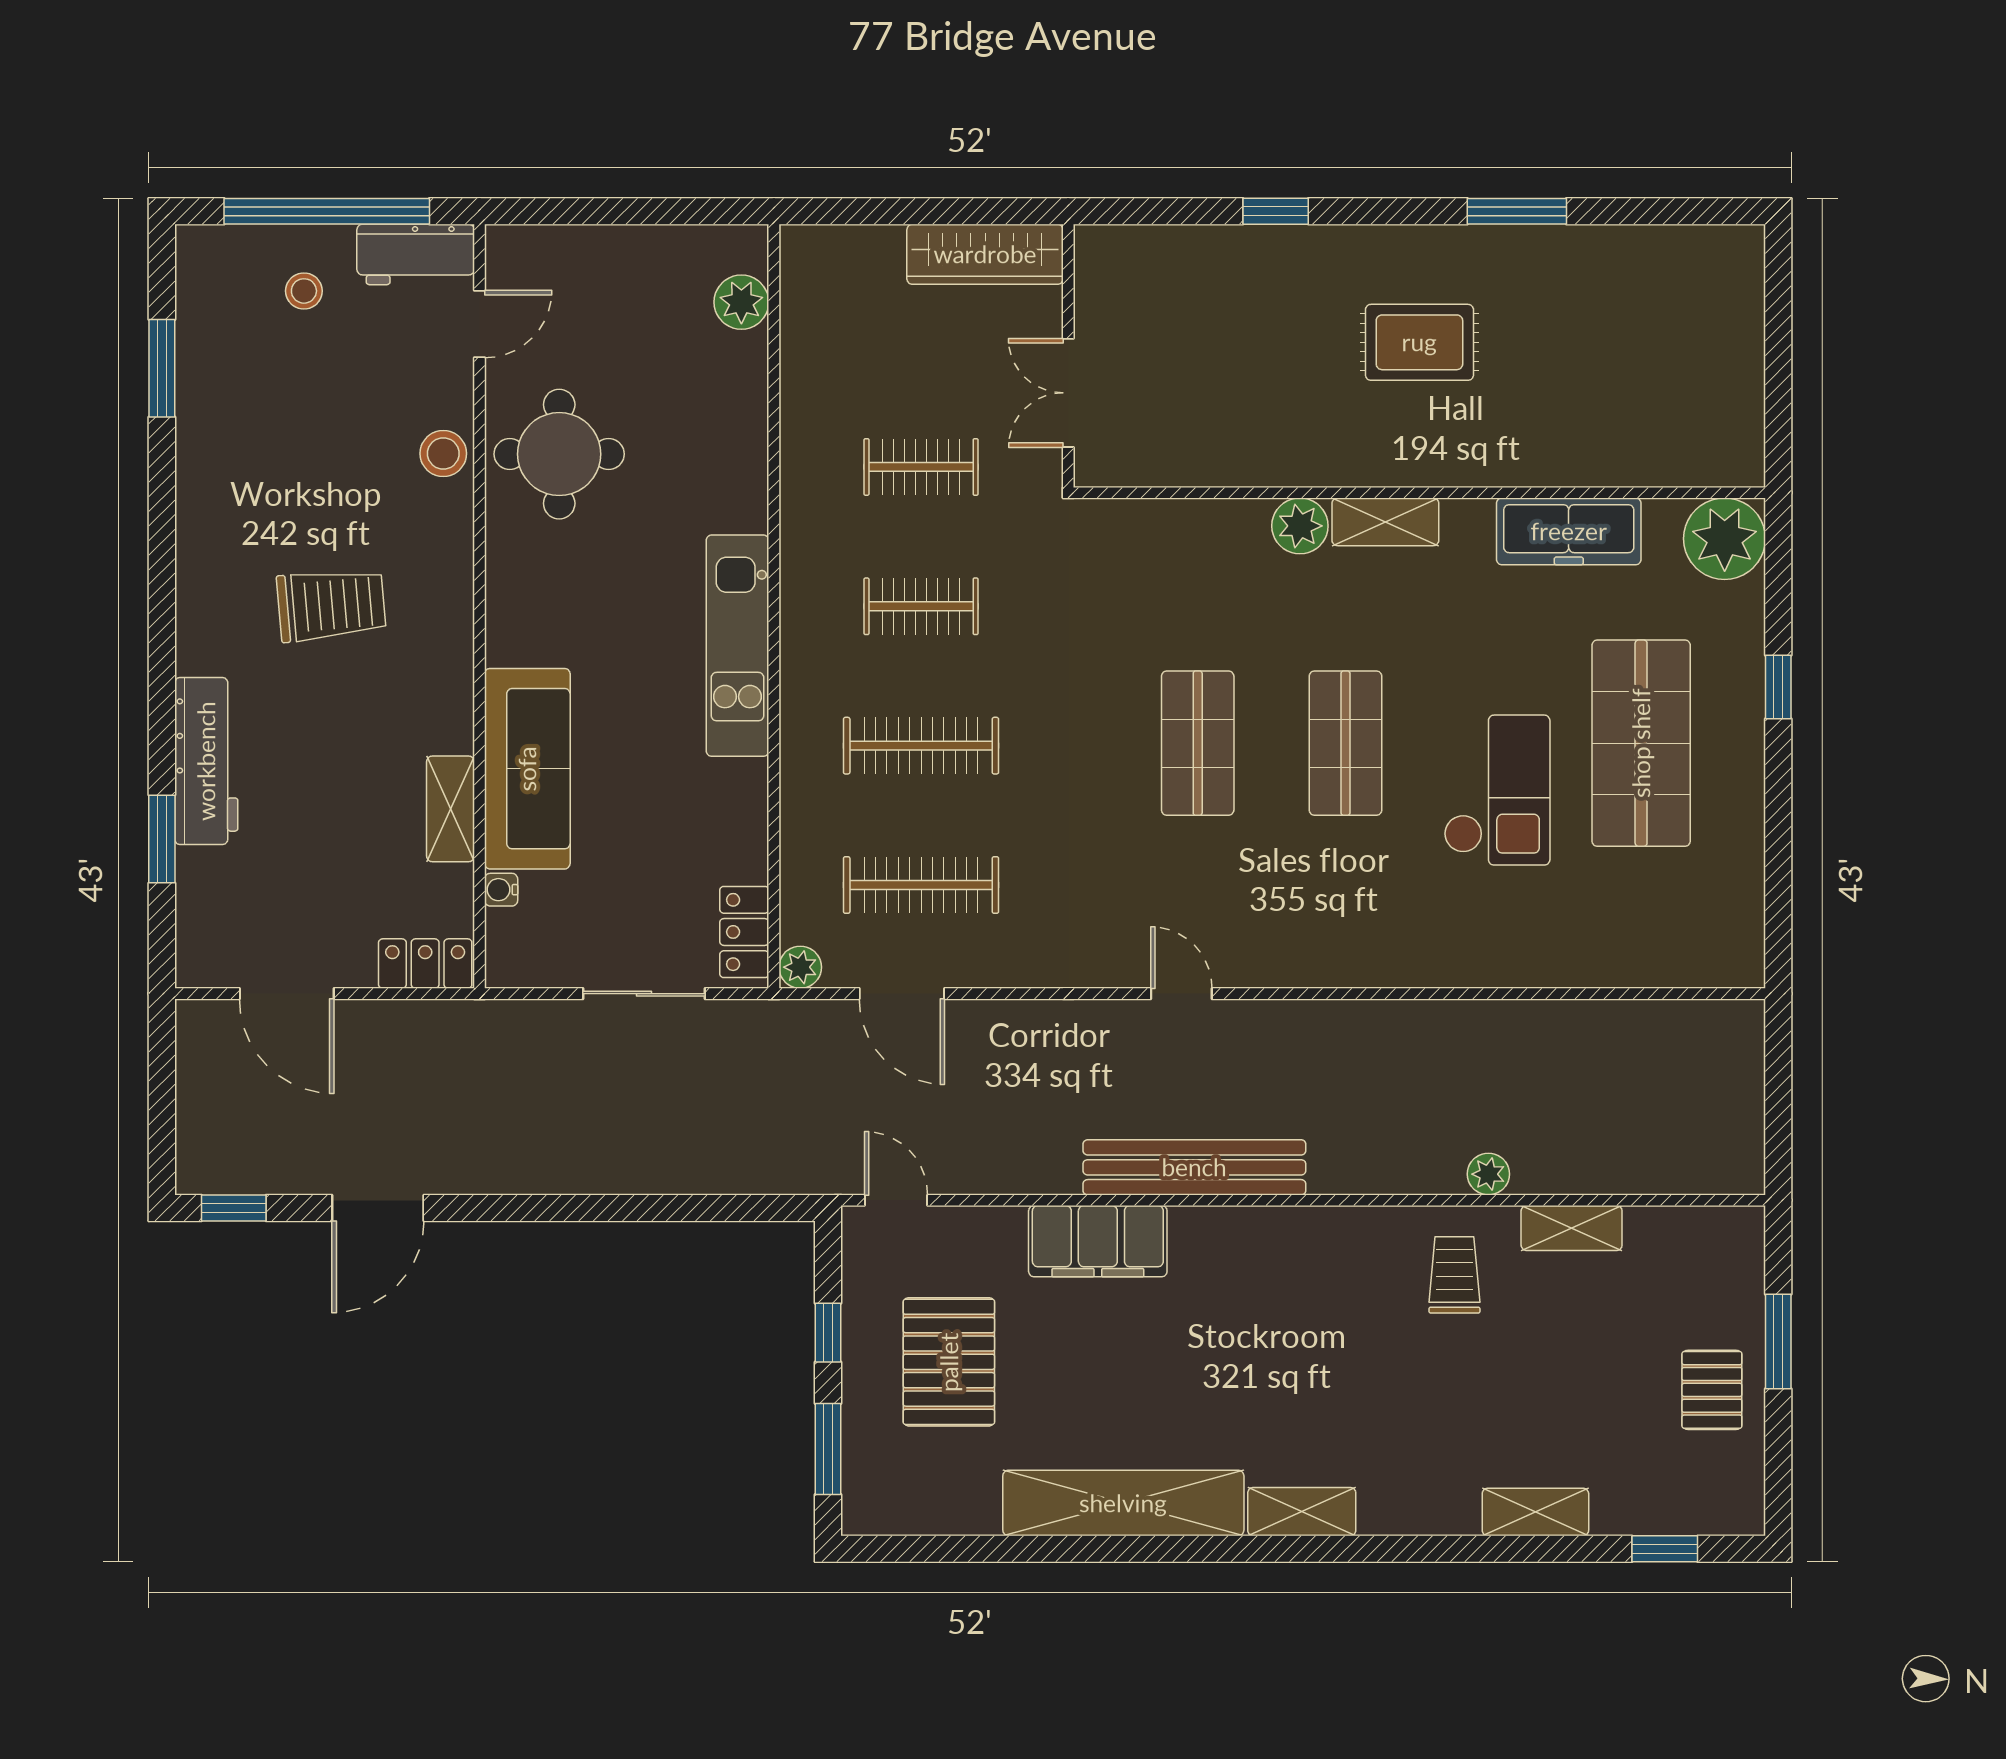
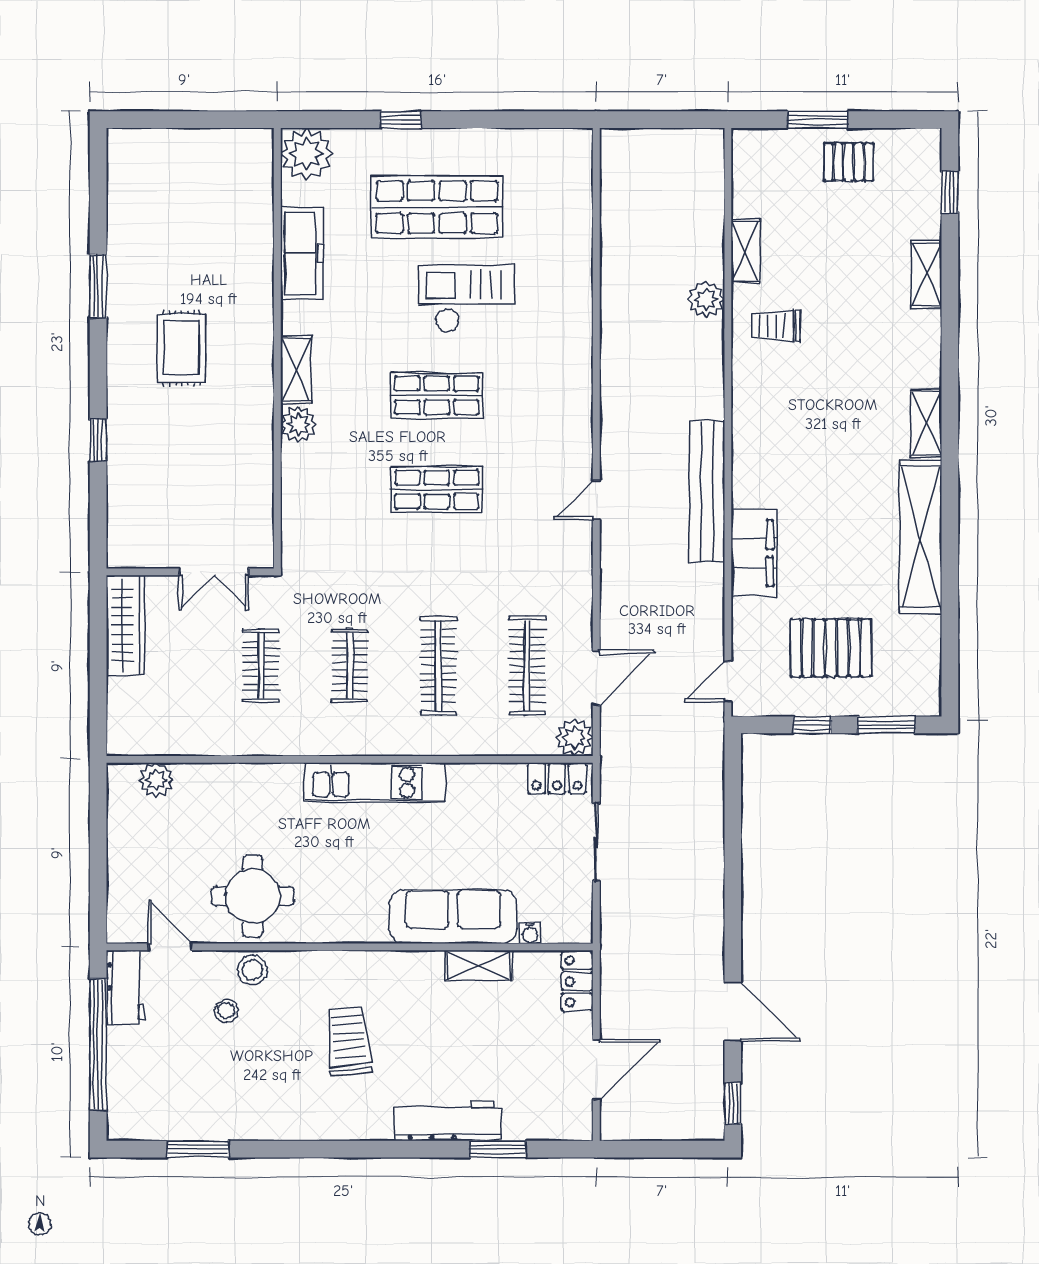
stool: (304, 291) -> (226, 1011), moved
plant: (800, 967) -> (574, 738), width x1.38, depth x1.38
plant: (1488, 1174) -> (706, 299), width x1.38, depth x1.38

